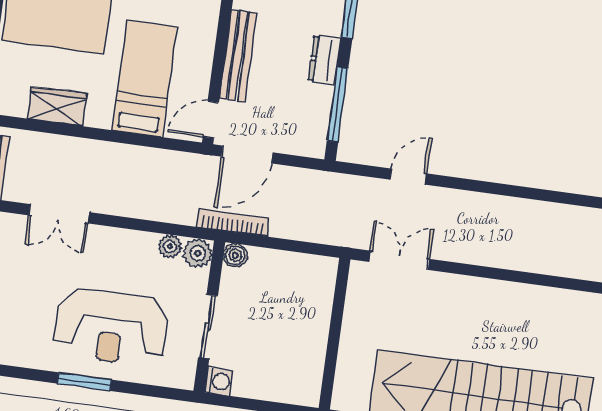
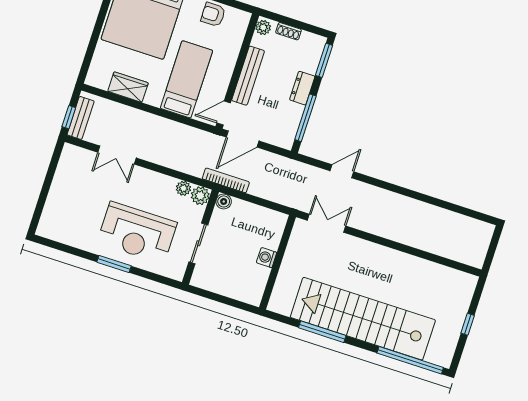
washing machine: (219, 381) -> (267, 258), moved, turned 180

